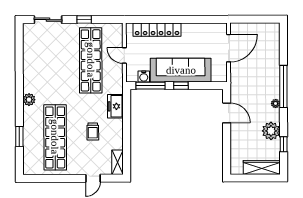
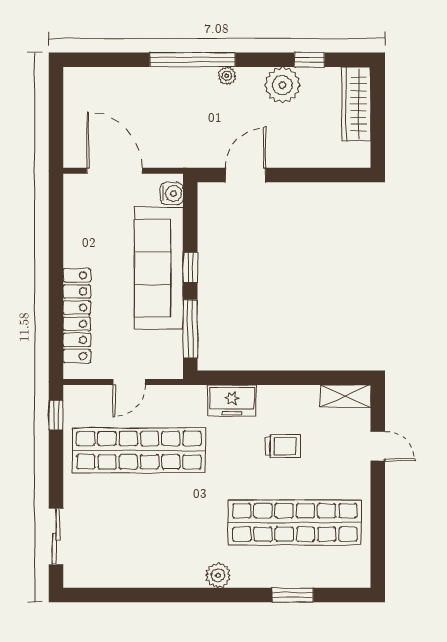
window: (84, 19) -> (56, 415), moved
water cooler: (144, 77) -> (172, 193), moved

